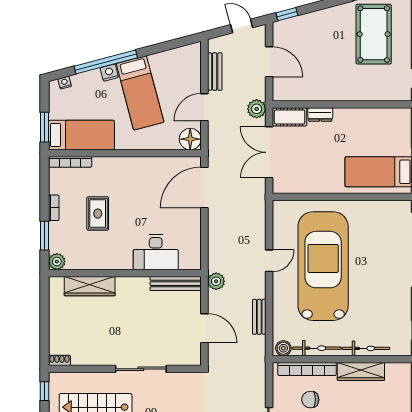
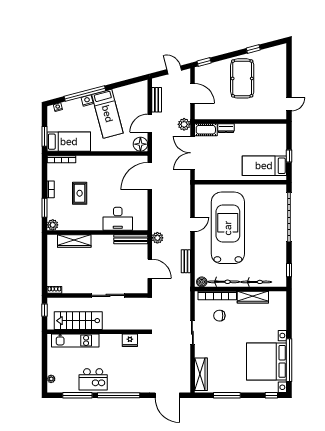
pool table: (374, 34) -> (242, 78), moved

